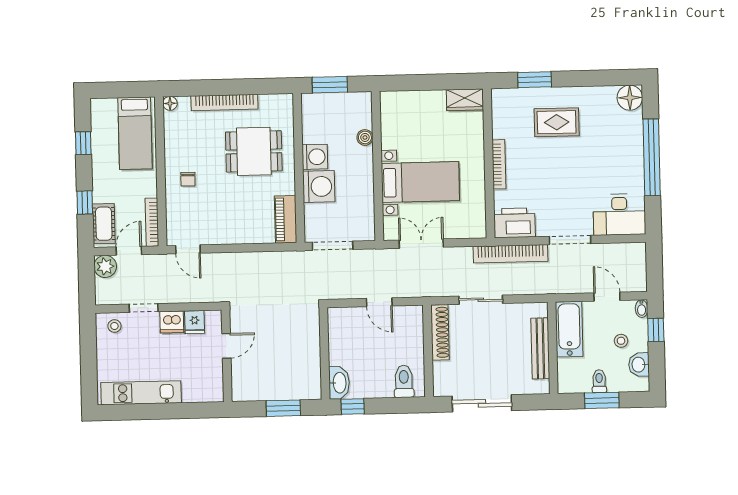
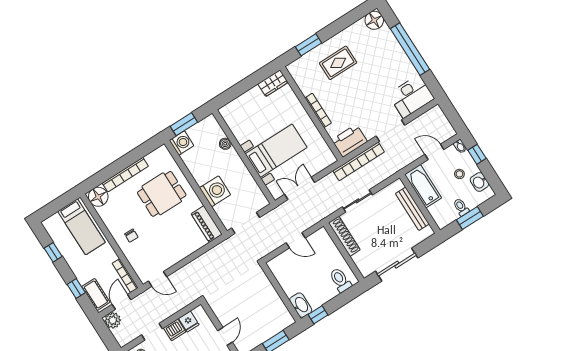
floor lamp: (170, 103) -> (98, 197), width x1.89, depth x1.89
washing machine: (315, 157) -> (181, 143), moved
door: (226, 346) -> (225, 336), moved

